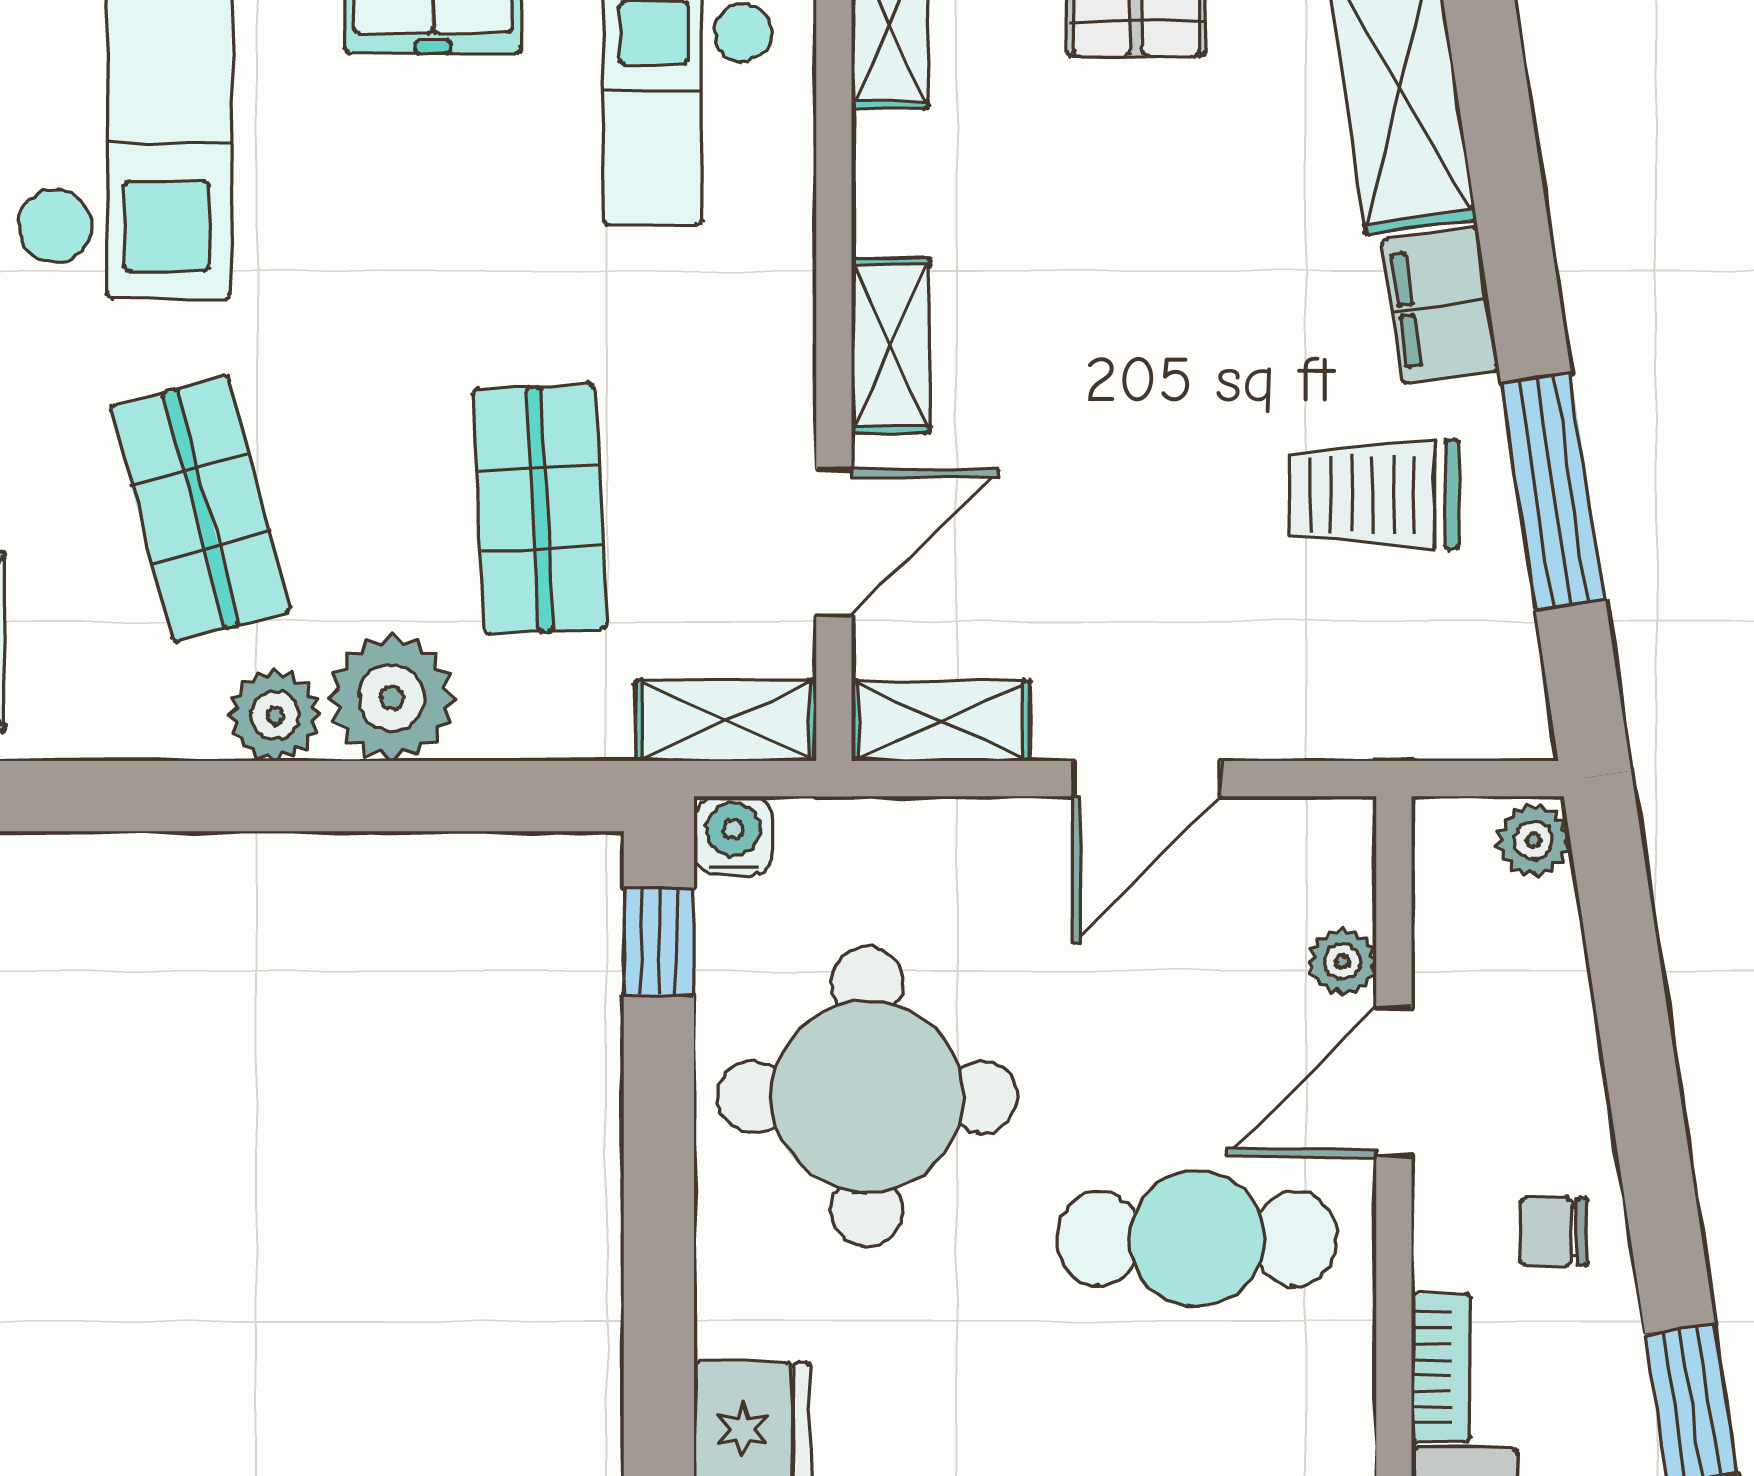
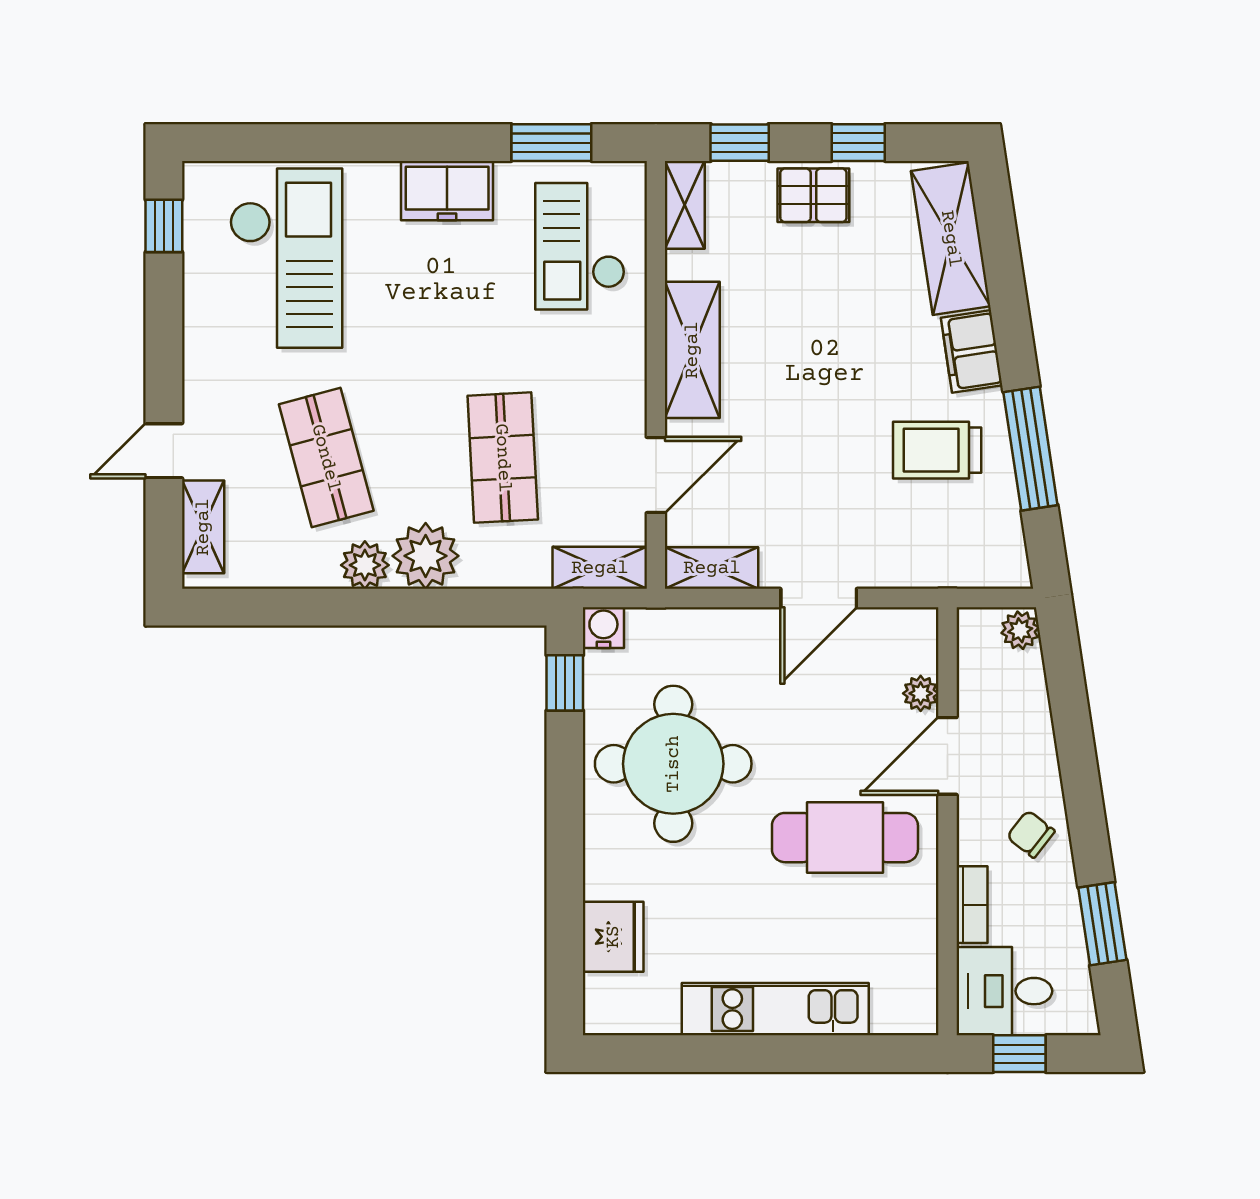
shelving: (891, 346) -> (692, 350), width x1.50, depth x1.33
chair: (1554, 1232) -> (1031, 834), turned 38

